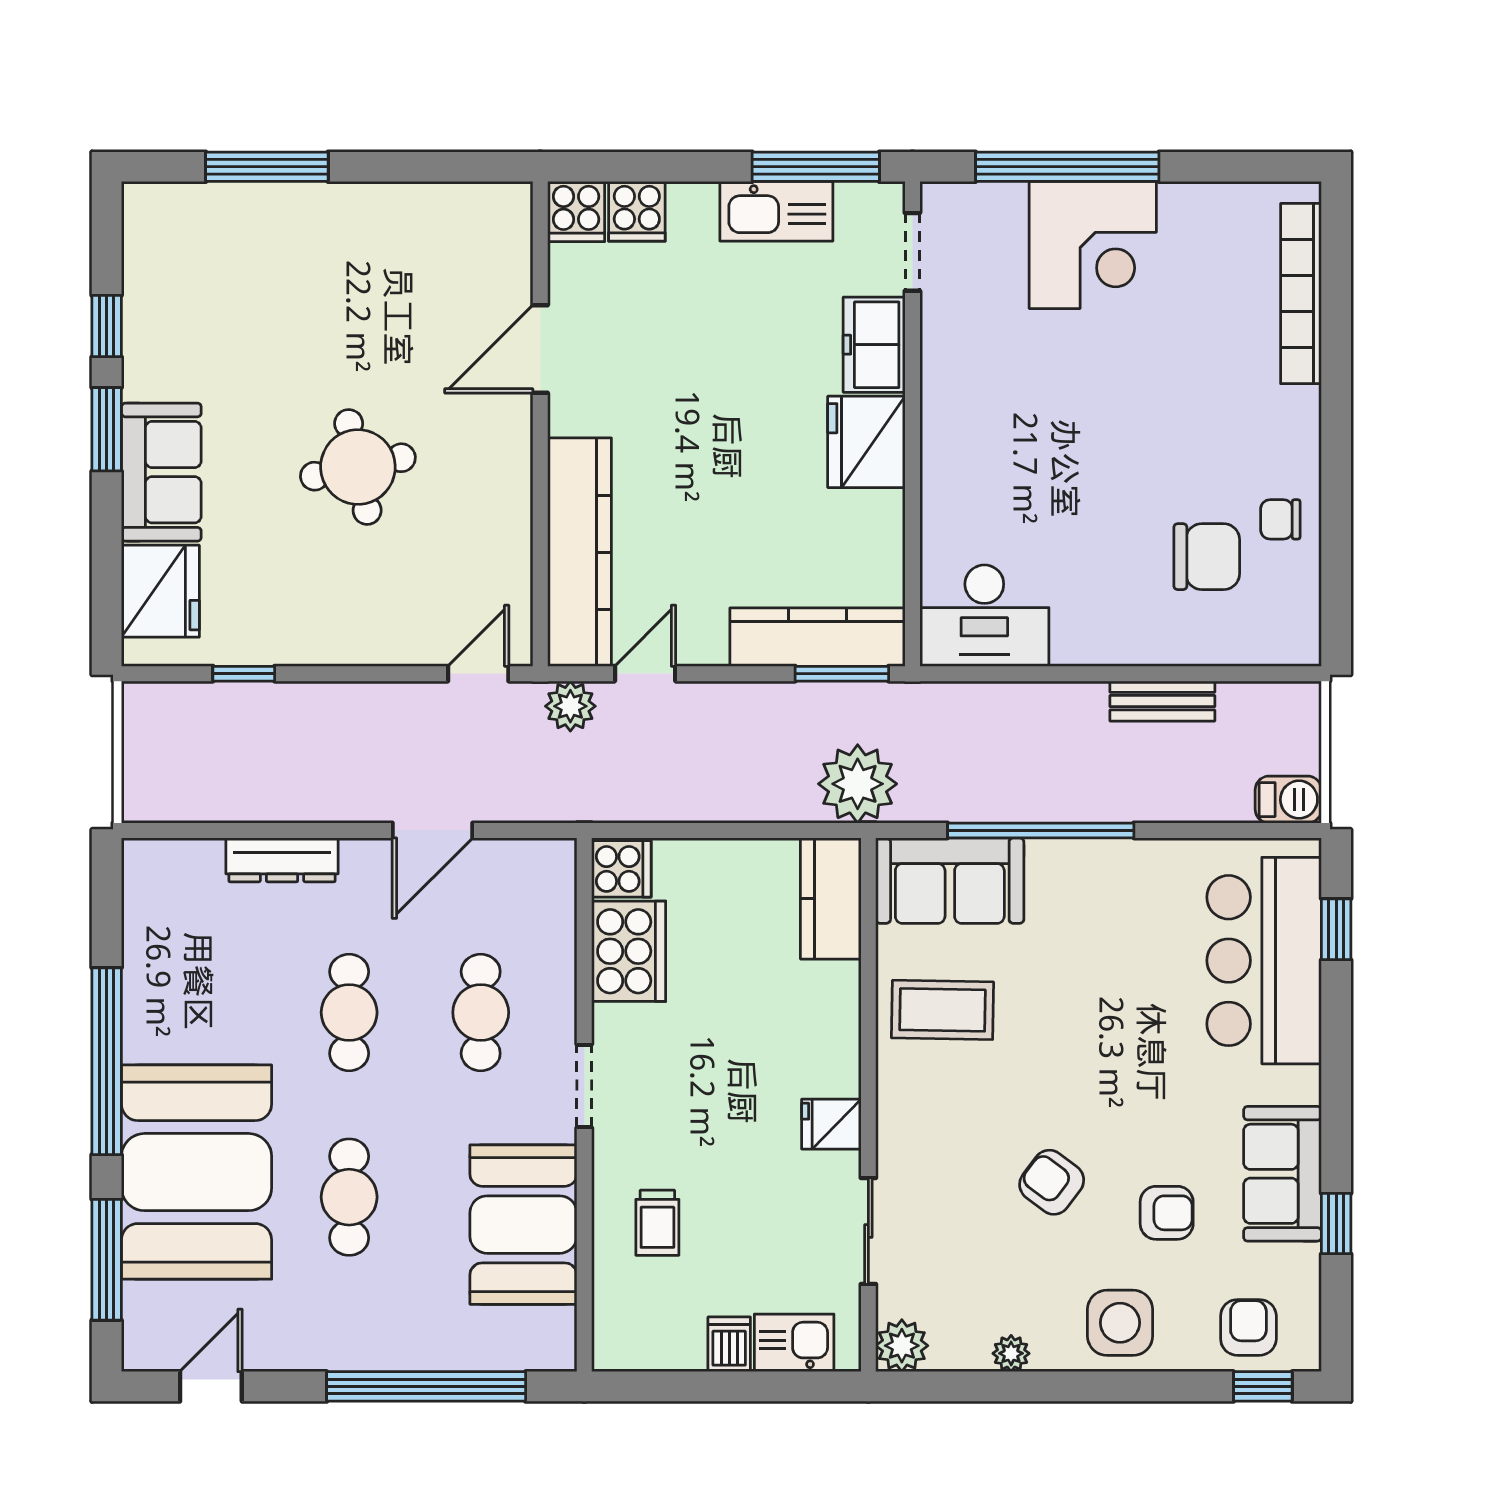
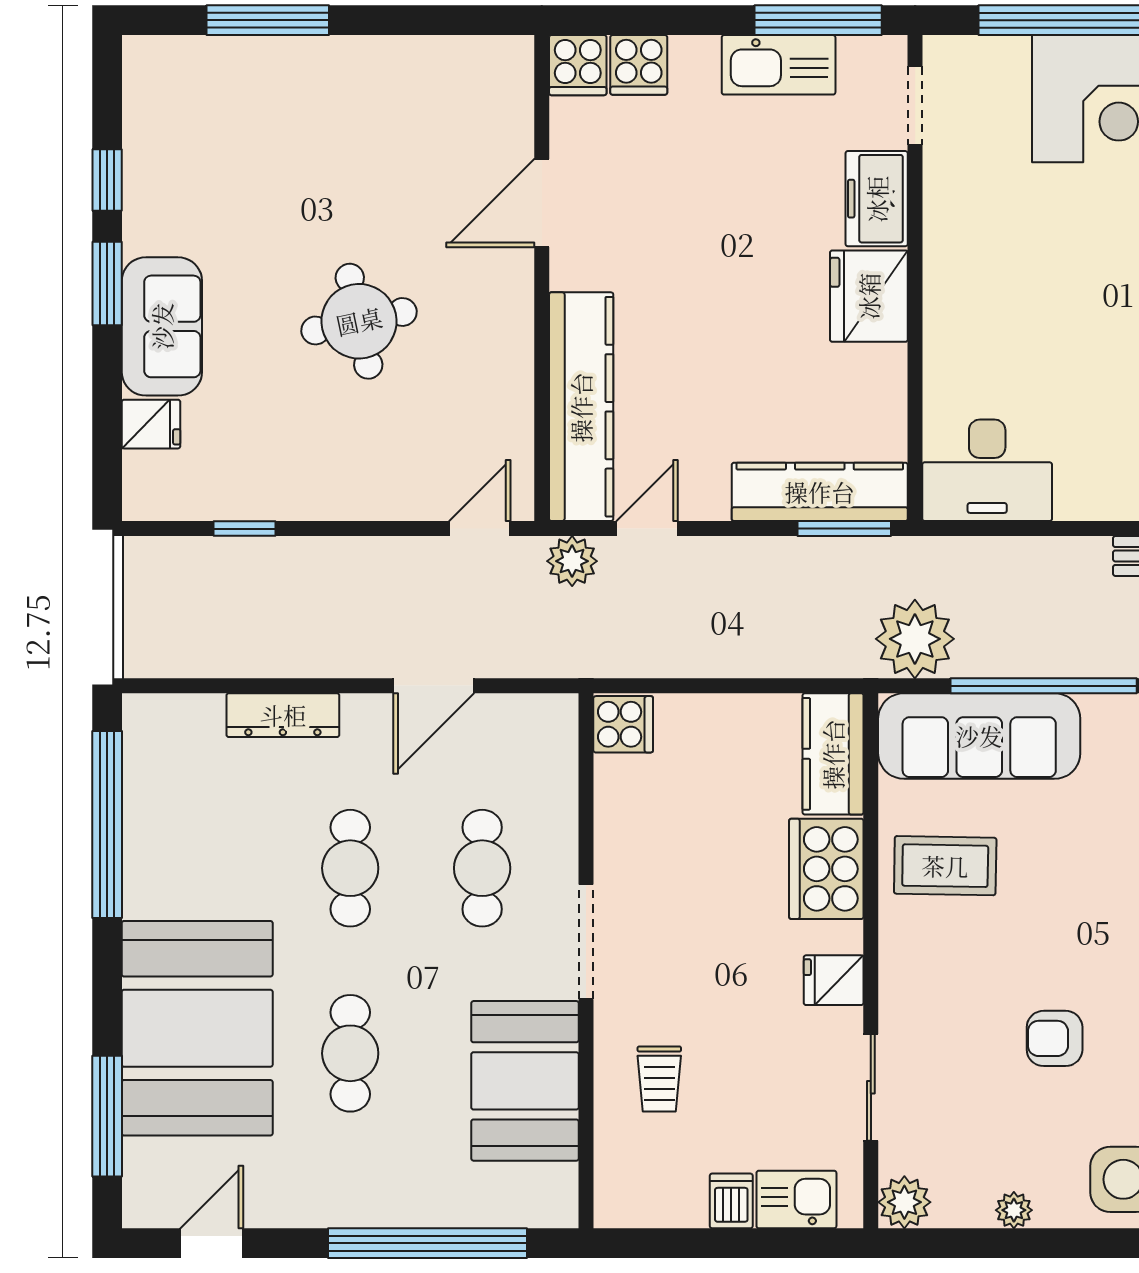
fridge: (160, 591) -> (151, 424), width x0.53, depth x0.75
plant: (858, 784) -> (915, 639), moved
sofa: (950, 881) -> (979, 736), width x1.36
cooker: (629, 951) -> (826, 869), moved, turned 180
window: (107, 1061) -> (107, 824), moved
doorway: (584, 1086) -> (586, 942), width x1.38
armchair: (1052, 1182) -> (1055, 1038), turned -37

